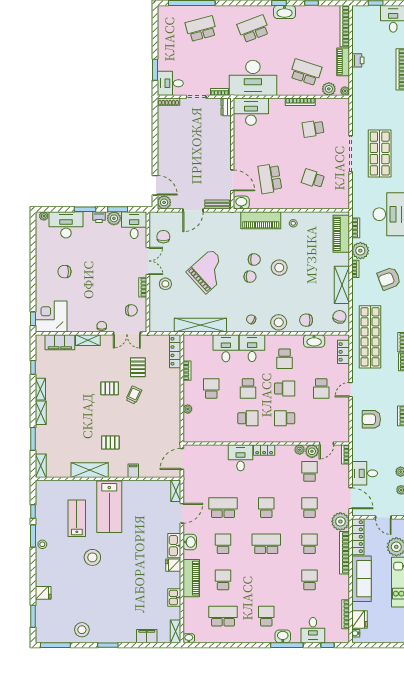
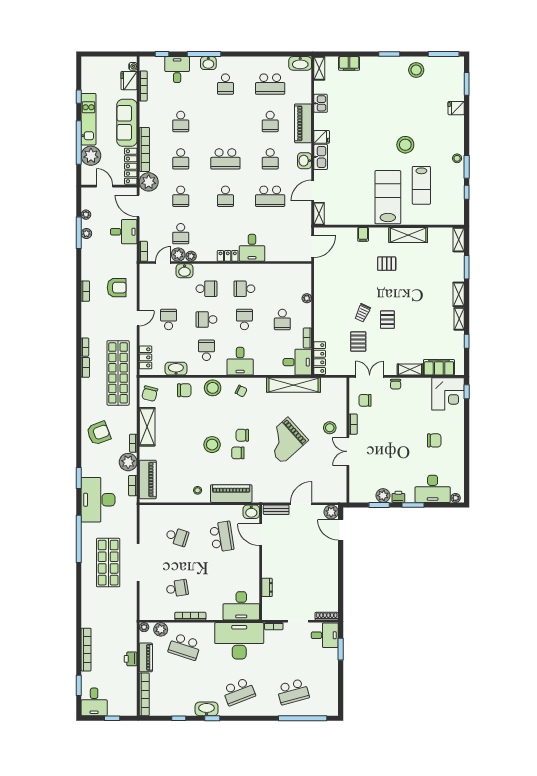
dresser: (226, 107) -> (267, 587), moved
desk: (134, 225) -> (362, 488), removed
chair: (163, 237) -> (332, 477), removed
desk: (226, 348) -> (297, 362), moved, turned -90
pallet: (110, 388) -> (387, 320), turned 90
washbasin: (306, 436) -> (185, 271), added
washbasin: (189, 638) -> (300, 63), width x1.91, depth x1.45

